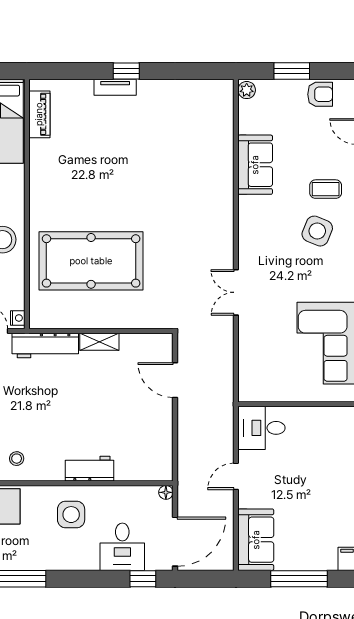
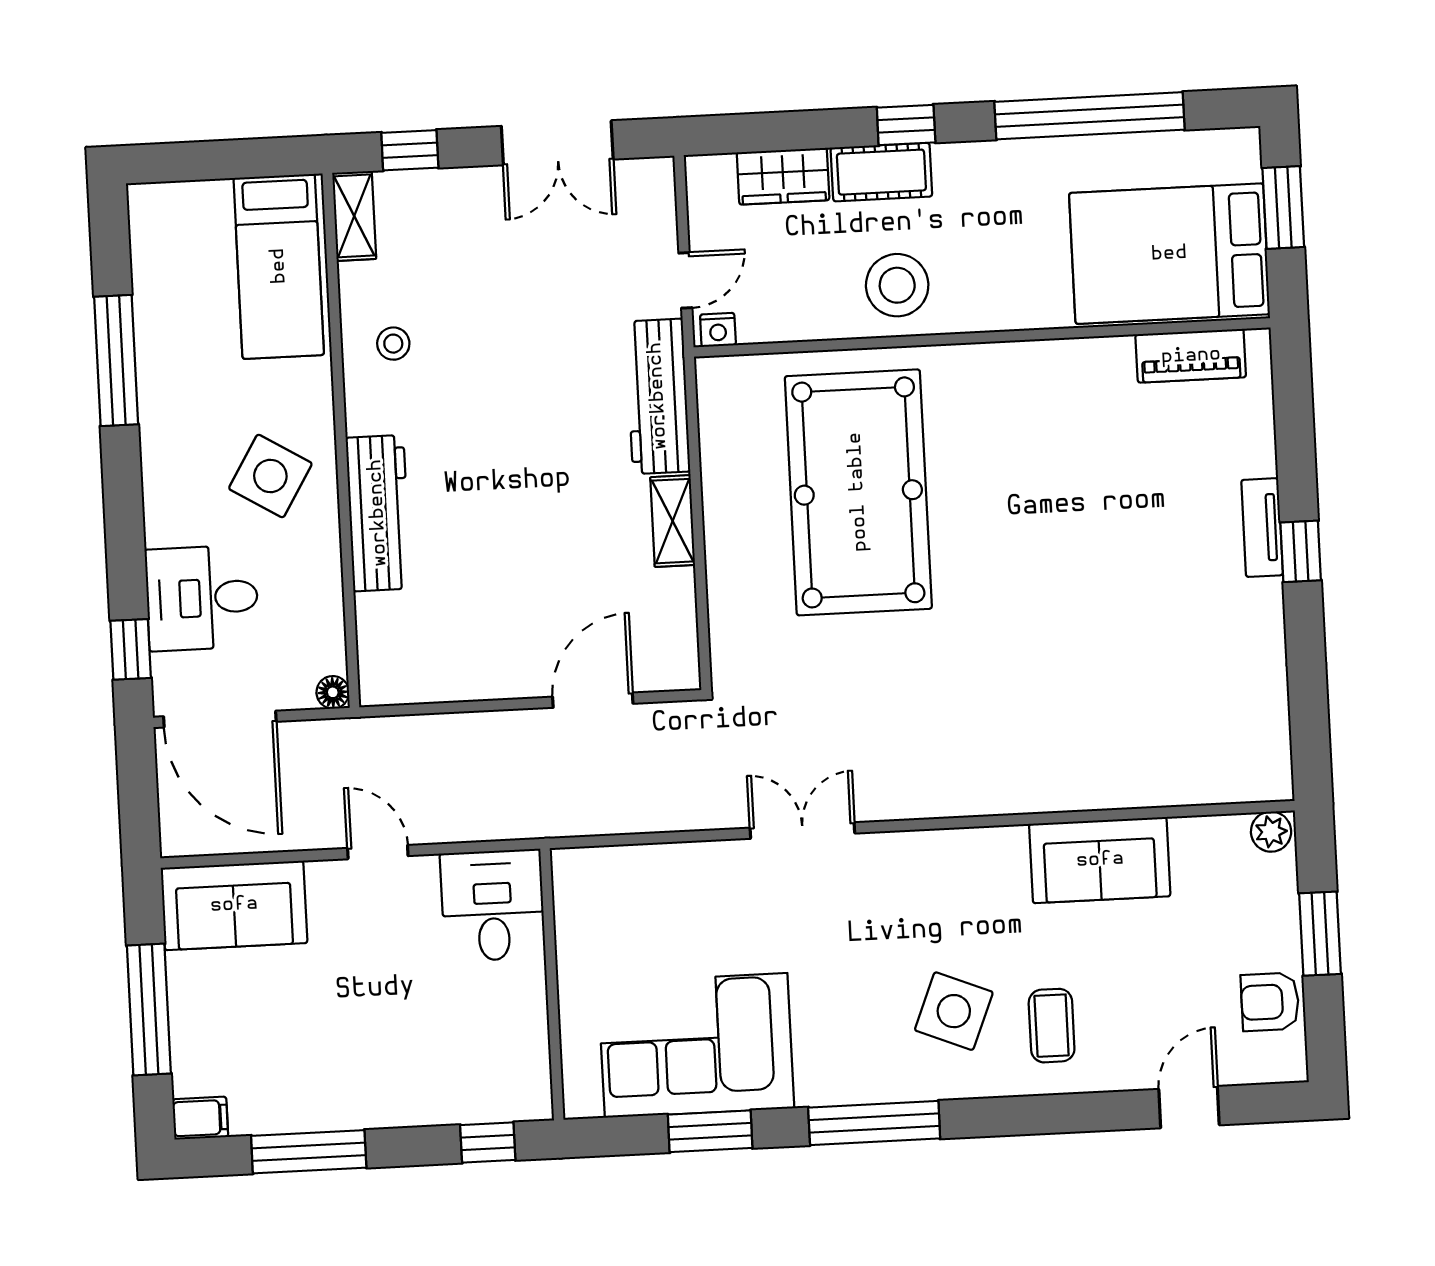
armchair: (320, 94) -> (1270, 1002), turned 90
workbench: (90, 469) -> (378, 513), width x1.37
side table: (71, 515) -> (270, 476), turned 31

